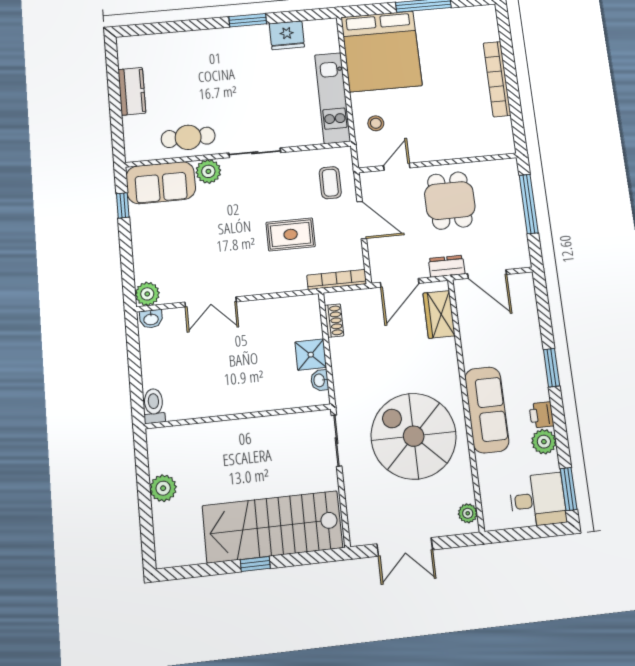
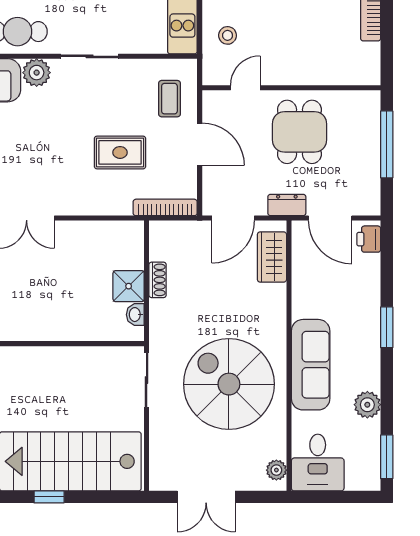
shoe rack: (334, 321) -> (158, 280), moved
printer: (542, 415) -> (369, 239), moved
desk: (538, 500) -> (318, 463), moved, turned 90

